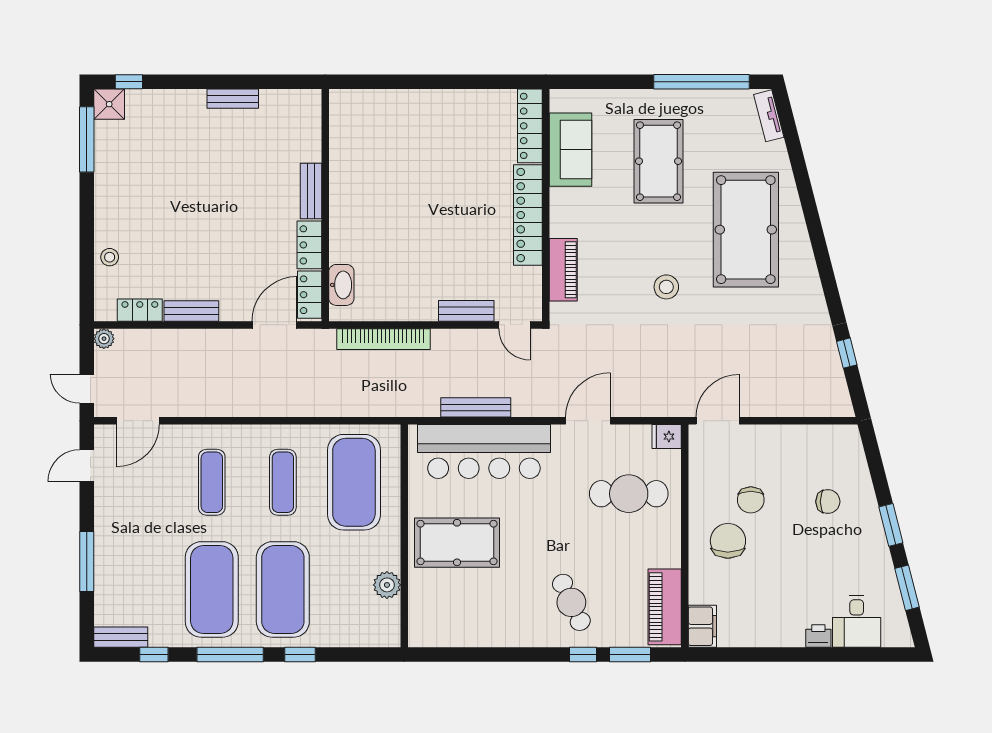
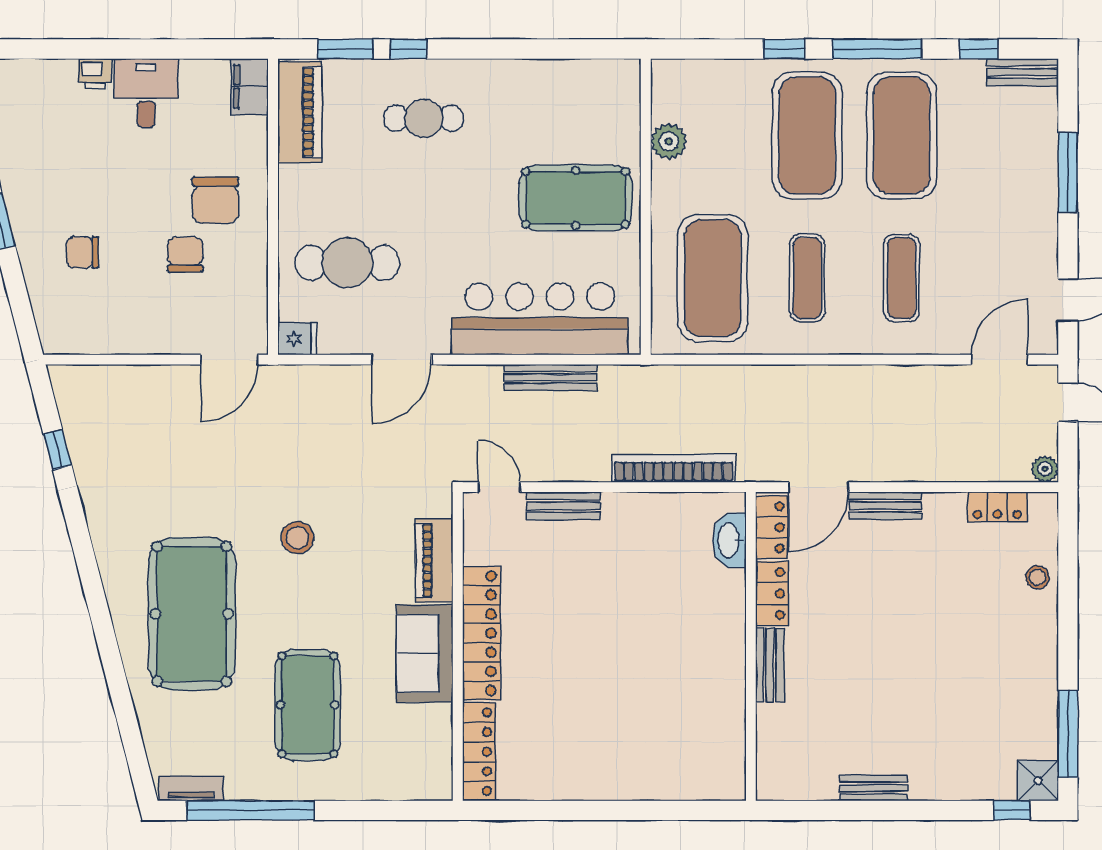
tv unit: (769, 116) -> (191, 788), moved, turned -76
sofa: (571, 150) -> (425, 653), moved
bench: (191, 311) -> (886, 506), moved
cafe table: (571, 602) -> (424, 118), turned -65
desk: (857, 621) -> (146, 93), moved

